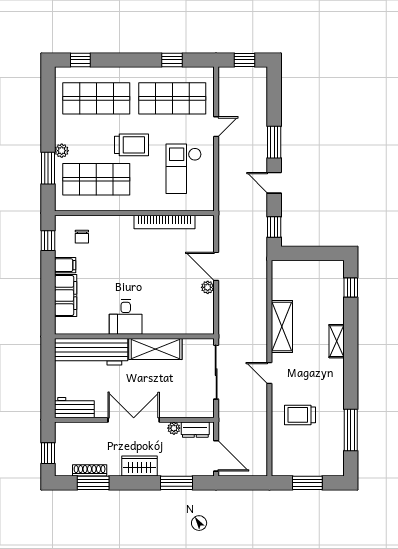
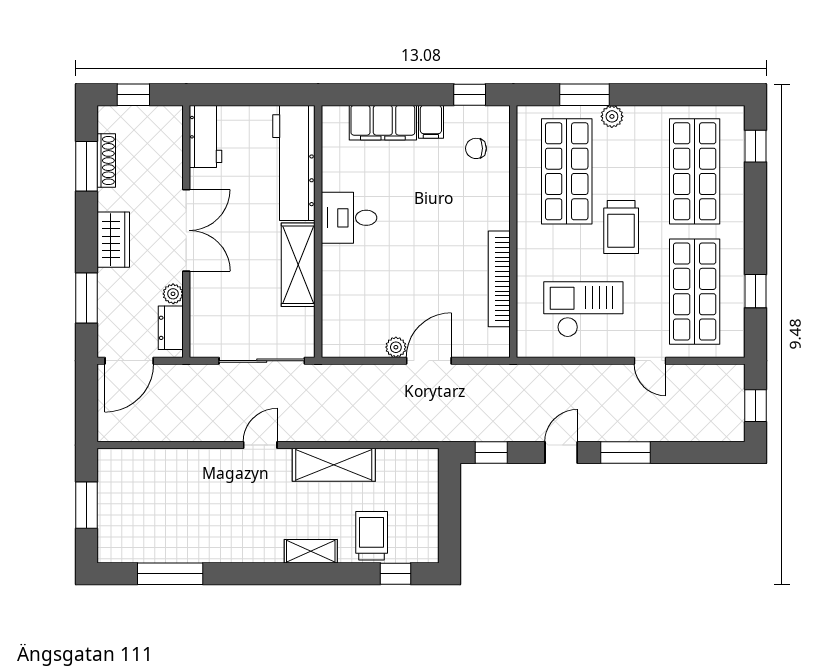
trolley: (300, 415) -> (372, 536), moved

